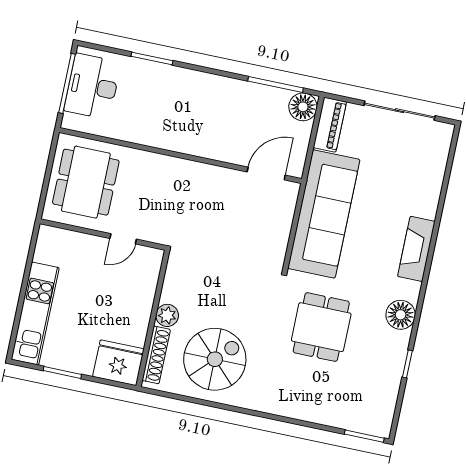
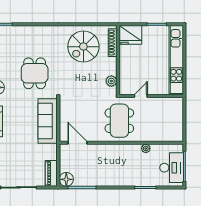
plant: (135, 134) -> (146, 148), added
door: (266, 174) -> (77, 143), swing flipped
dining table: (86, 182) -> (119, 121), moved
sofa: (324, 214) -> (48, 121), width x0.74, depth x0.79
kitchen unit: (35, 313) -> (176, 59), width x1.36
plant: (167, 315) -> (111, 81), moved

